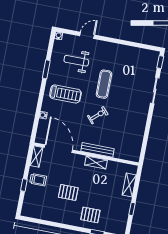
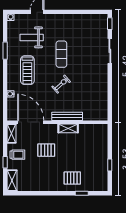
treadmill: (65, 94) -> (27, 70), turned 90
shelving: (129, 185) -> (12, 180), moved
pallet: (68, 192) -> (46, 150), moved

